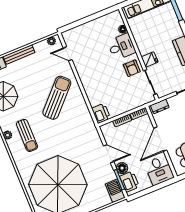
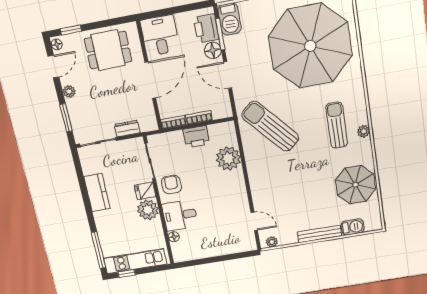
plant: (145, 46) -> (148, 210), added
plant: (96, 96) -> (228, 158), added
sun lounger: (57, 98) -> (270, 126), moved, turned 95
dresser: (160, 106) -> (127, 129), moved
printer: (101, 113) -> (196, 137), moved, turned -90

